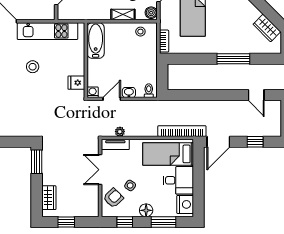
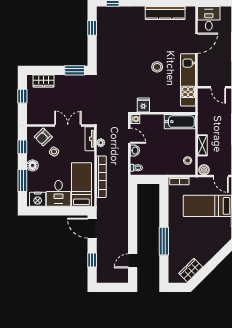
bookcase: (182, 131) -> (101, 177), moved
armchair: (113, 198) -> (43, 137), turned 90

